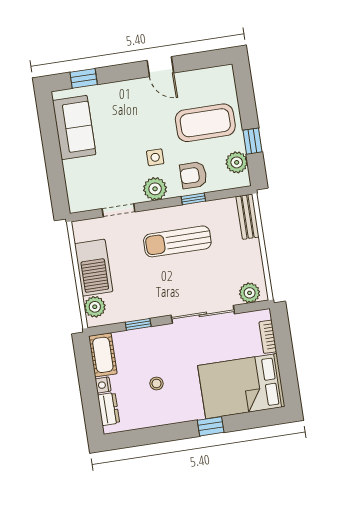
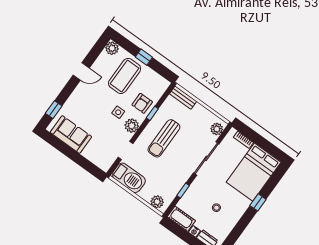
window: (252, 141) -> (144, 57), moved
plant: (237, 162) -> (112, 48), moved
barbecue: (94, 268) -> (129, 178), moved

